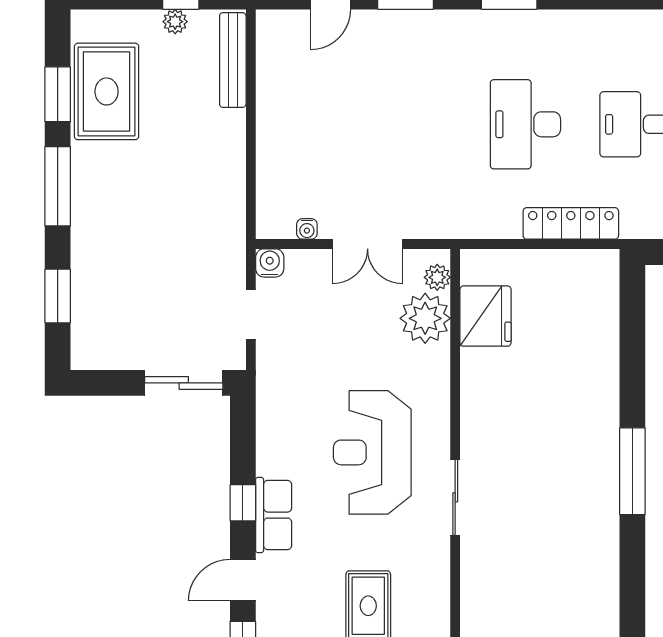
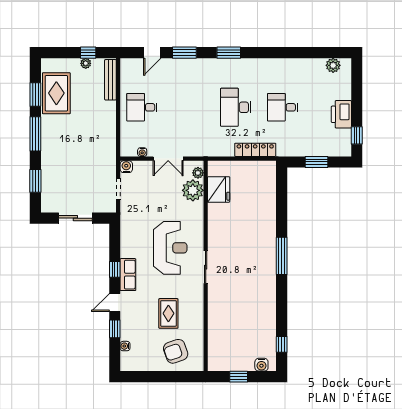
desk: (306, 124) -> (142, 107), added
sliding door: (184, 383) -> (75, 218), moved
reception desk: (372, 452) -> (170, 248), turned 180

